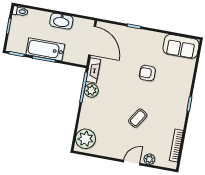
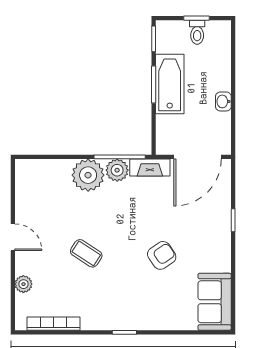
toilet: (20, 11) -> (197, 32), moved
washbasin: (61, 21) -> (223, 101), width x0.52, depth x0.69
armchair: (147, 73) -> (162, 255), turned 56
plant: (85, 139) -> (88, 175), moved
door: (132, 163) -> (13, 237), moved

